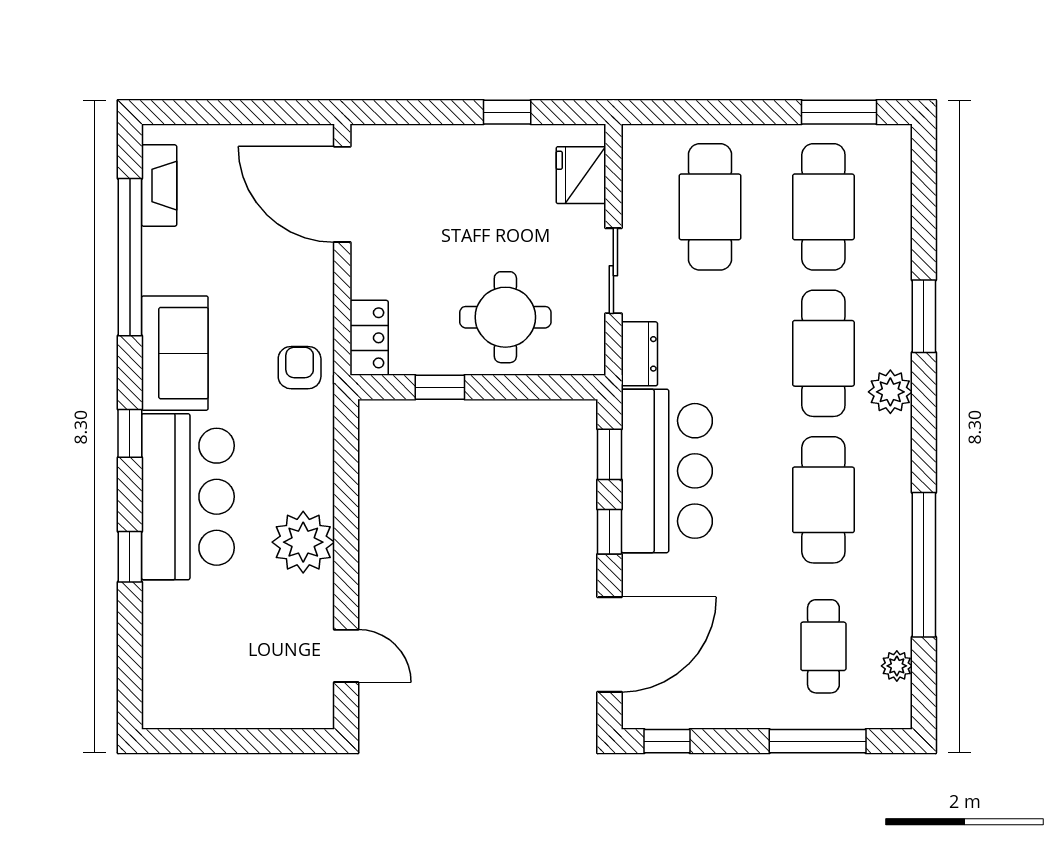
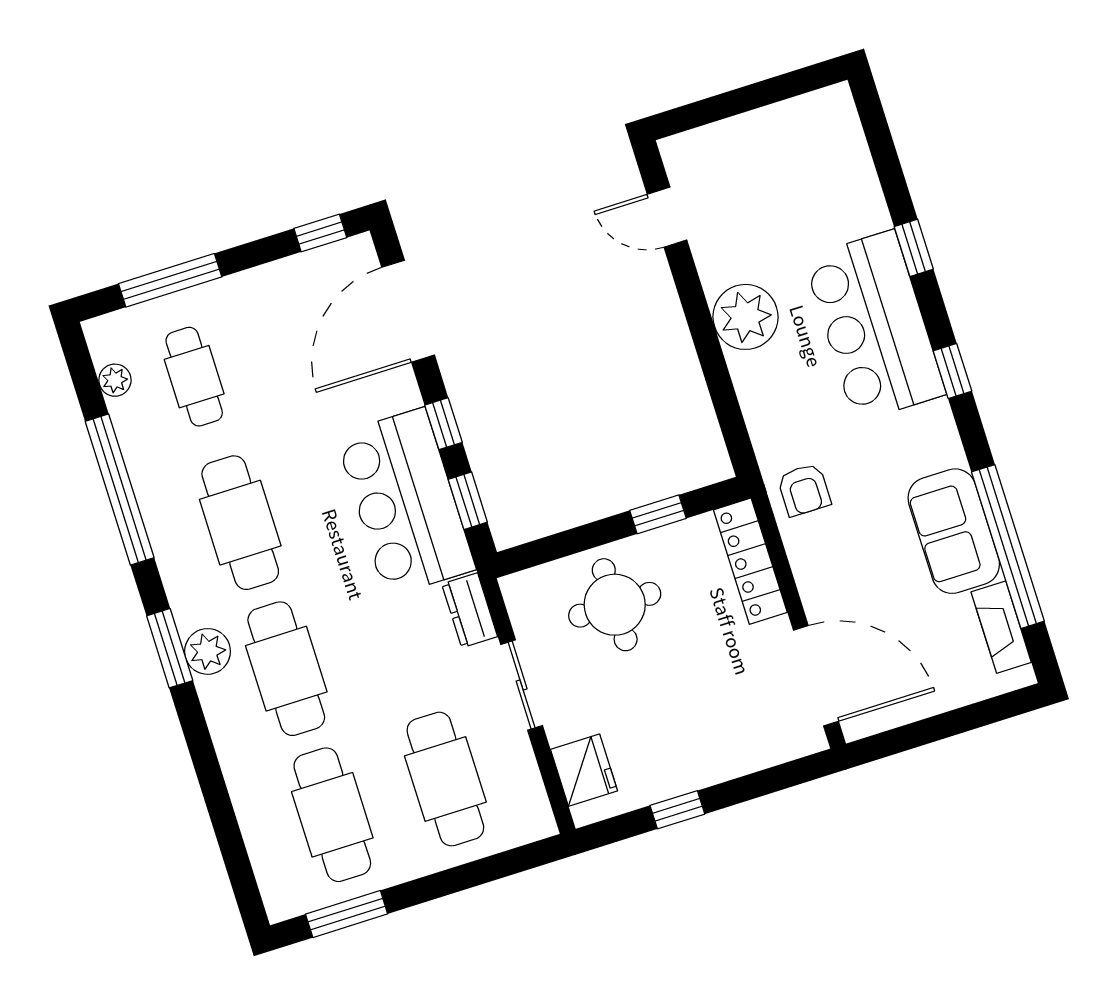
window: (924, 316) -> (170, 648), moved
locker: (369, 338) -> (750, 561), width x1.53
sofa: (175, 353) -> (954, 531), moved

